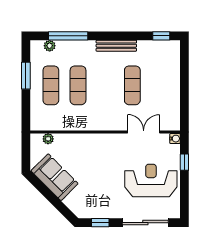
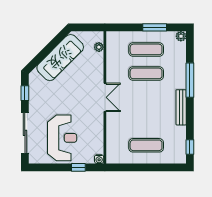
window: (68, 36) -> (190, 80), moved
plant: (50, 46) -> (181, 36), moved
exercise mat: (132, 85) -> (146, 145), moved
double door: (144, 132) -> (105, 97), moved
sofa: (55, 177) -> (60, 58), width x1.36

